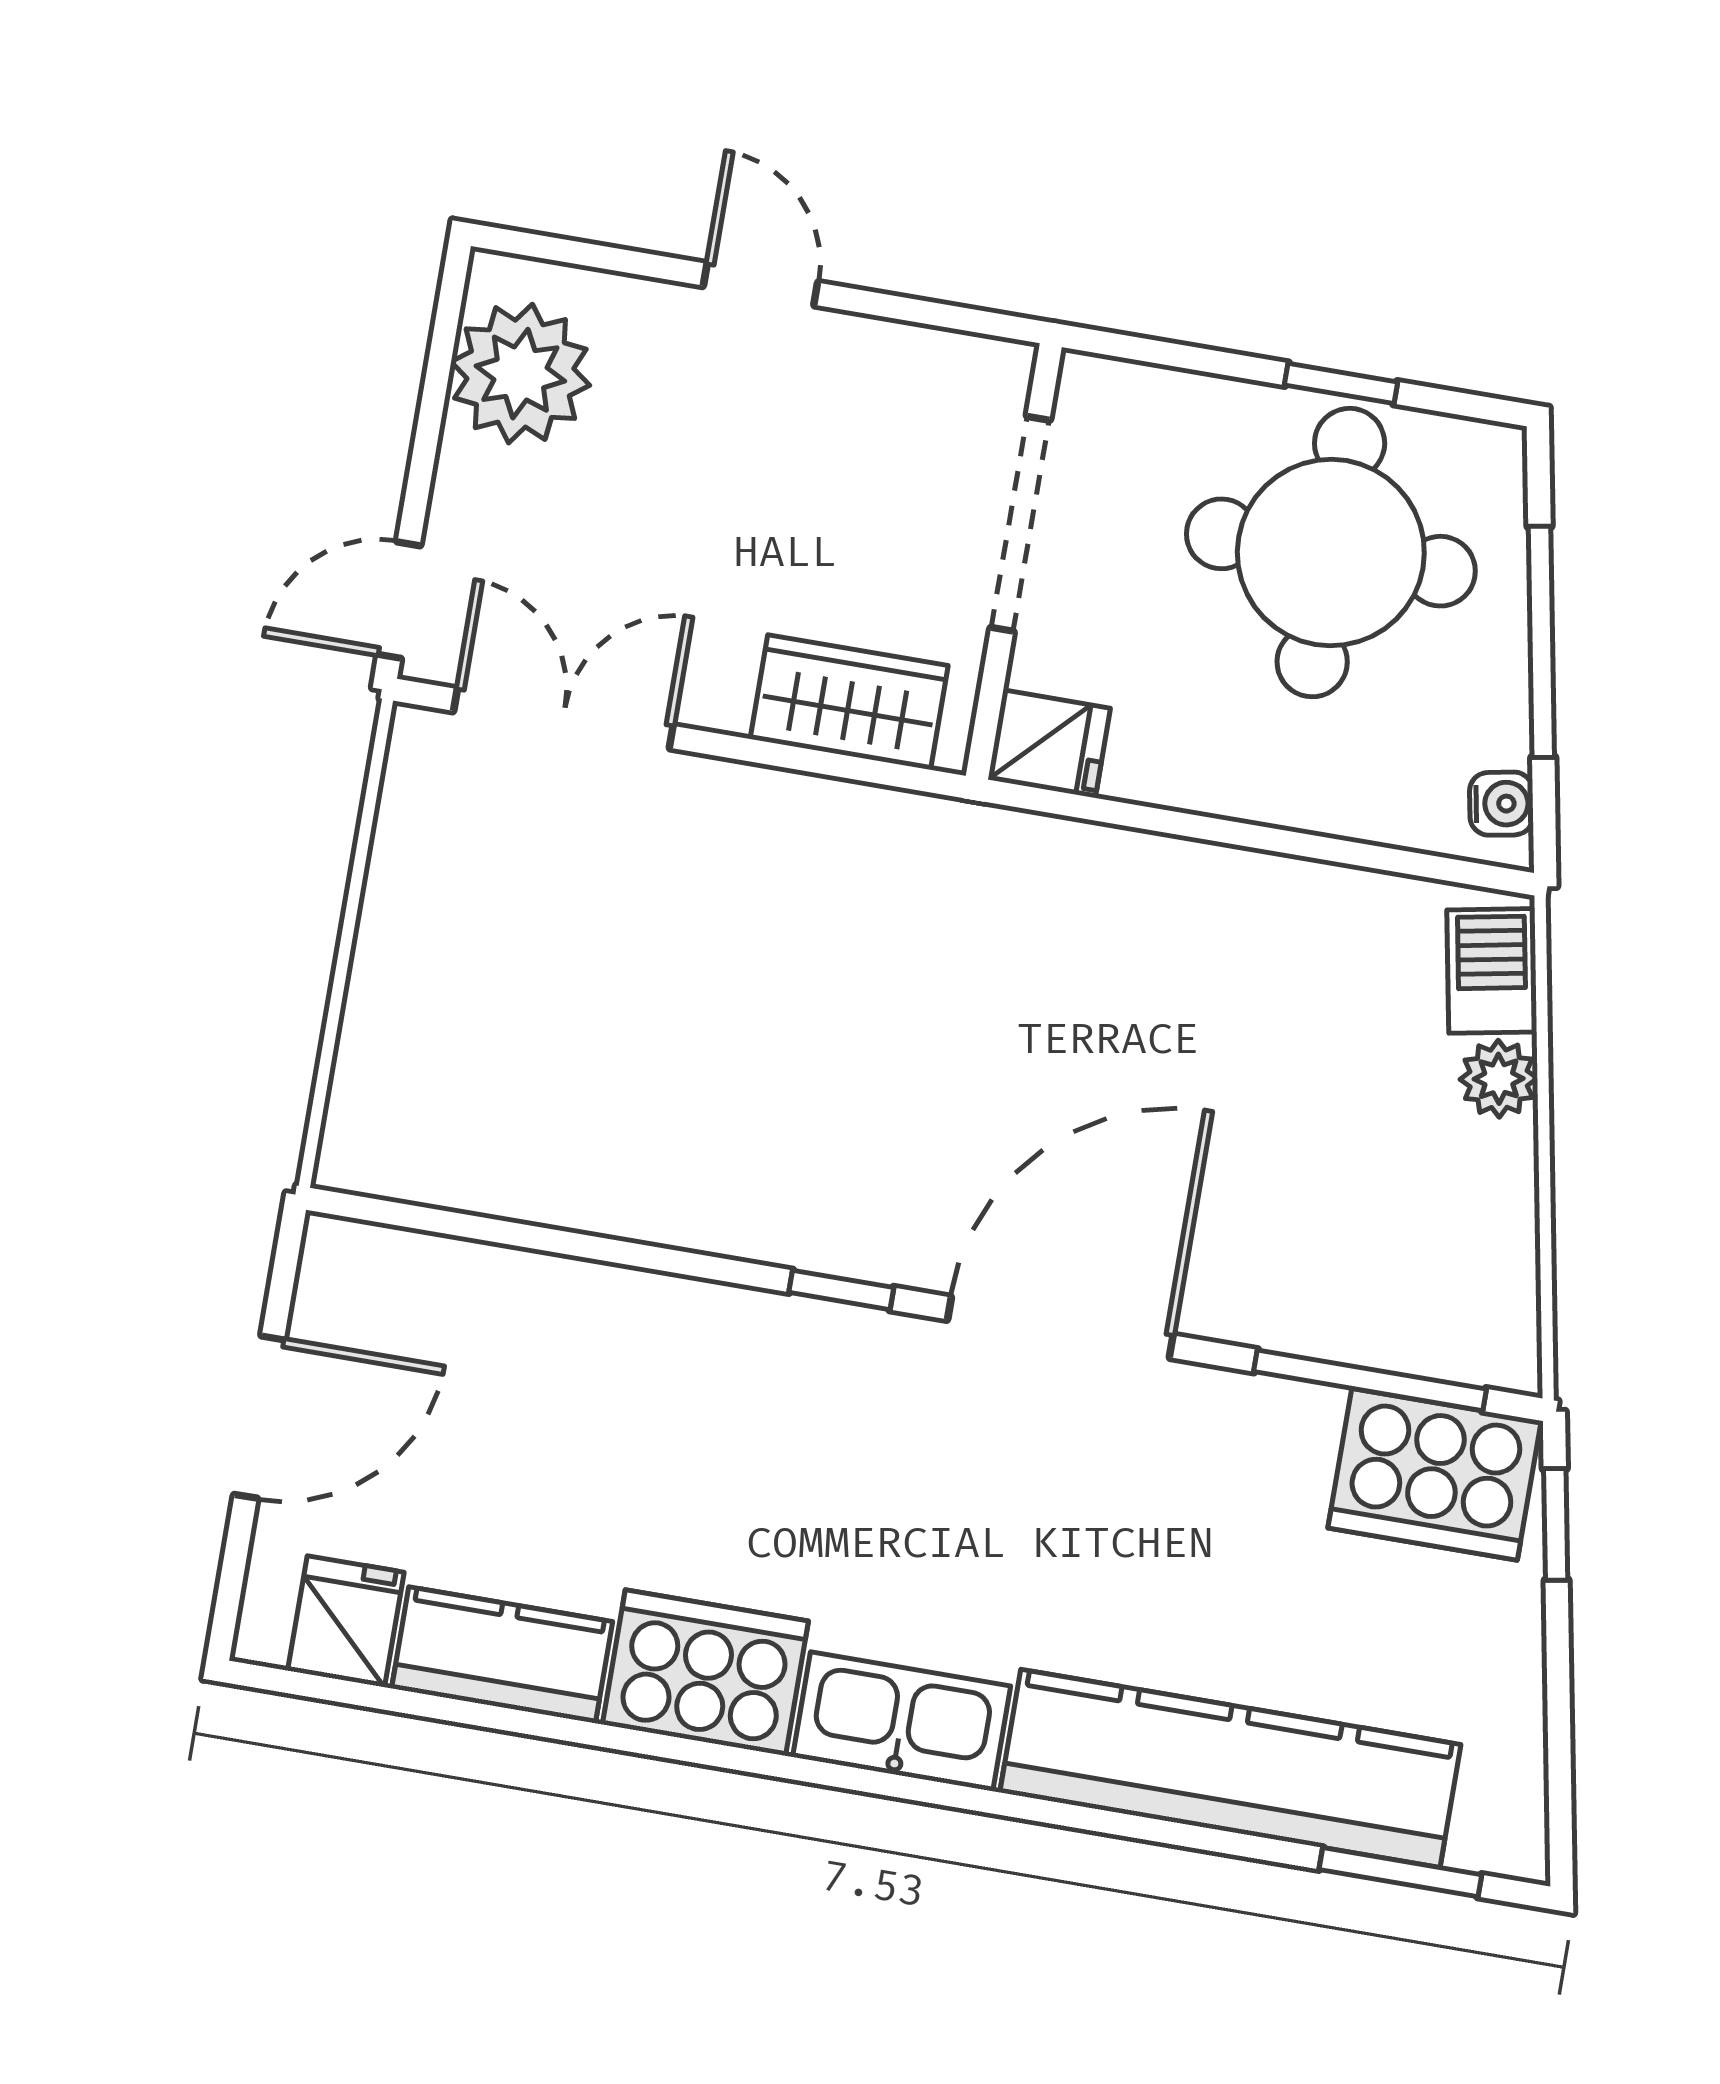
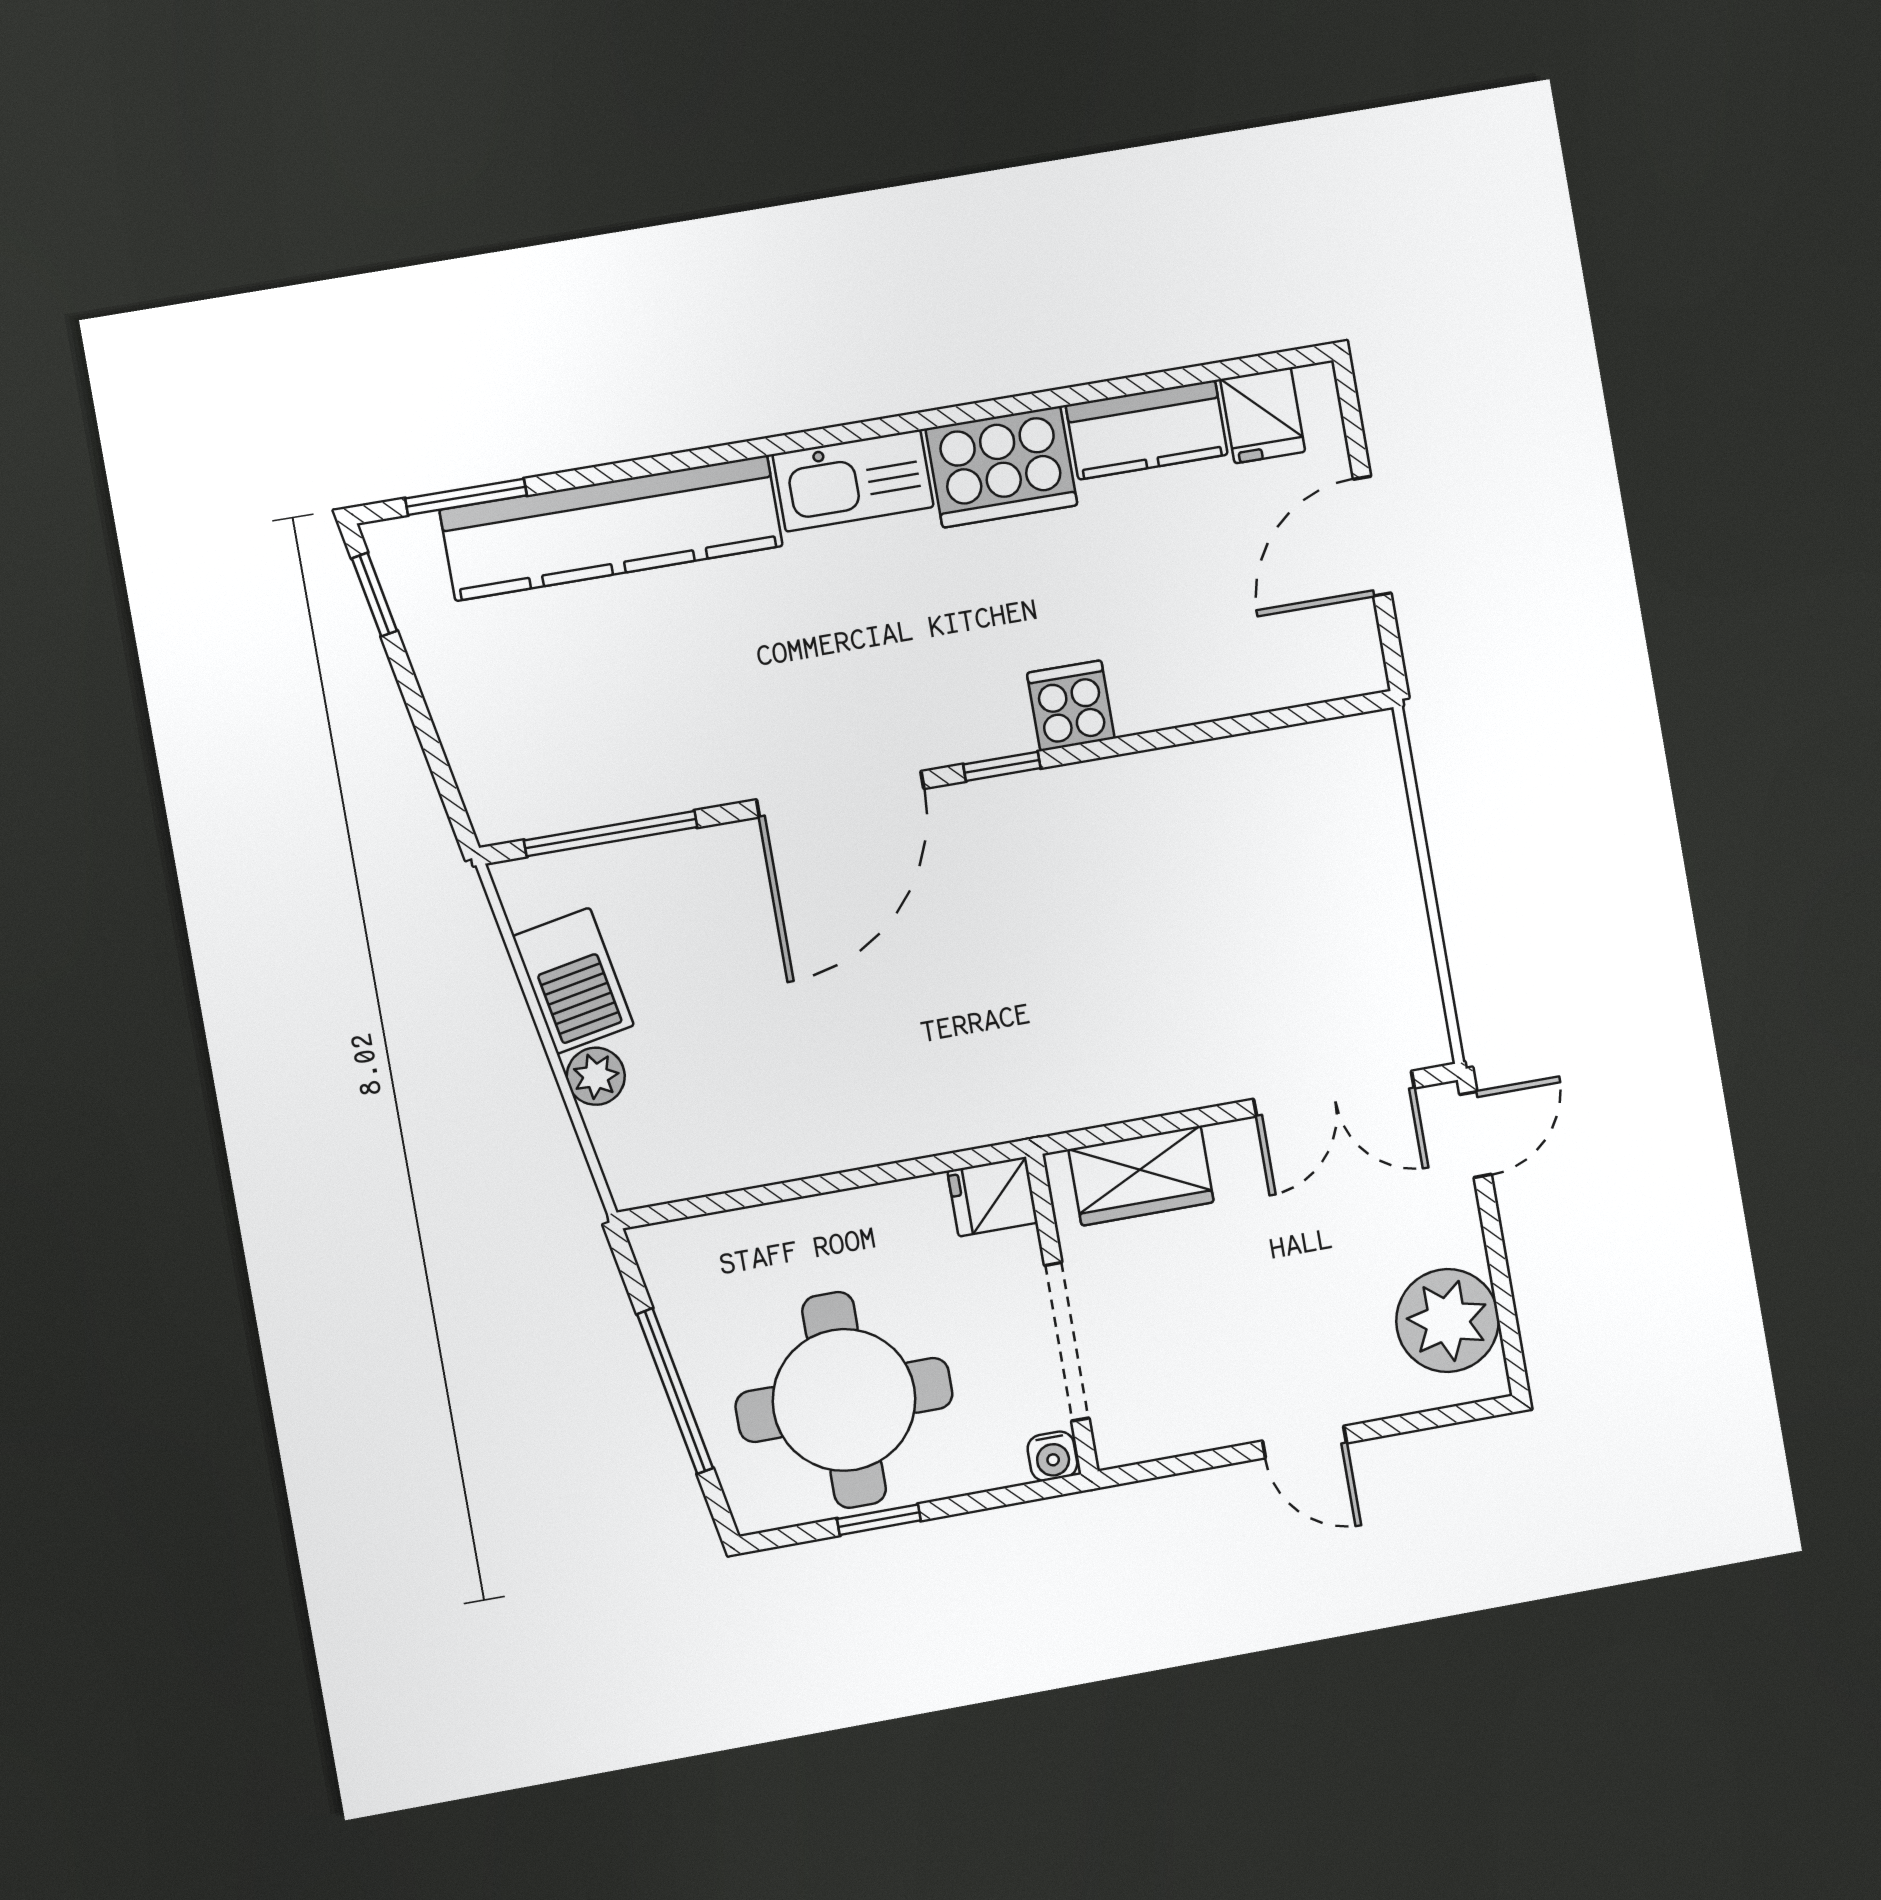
water cooler: (1501, 804) -> (1052, 1456), moved, turned -79
barbecue: (1492, 971) -> (573, 981), moved, width x1.38, depth x1.27
cooker: (1435, 1474) -> (1071, 706), moved, width x0.53, depth x0.76
window: (1556, 1524) -> (374, 595), moved

